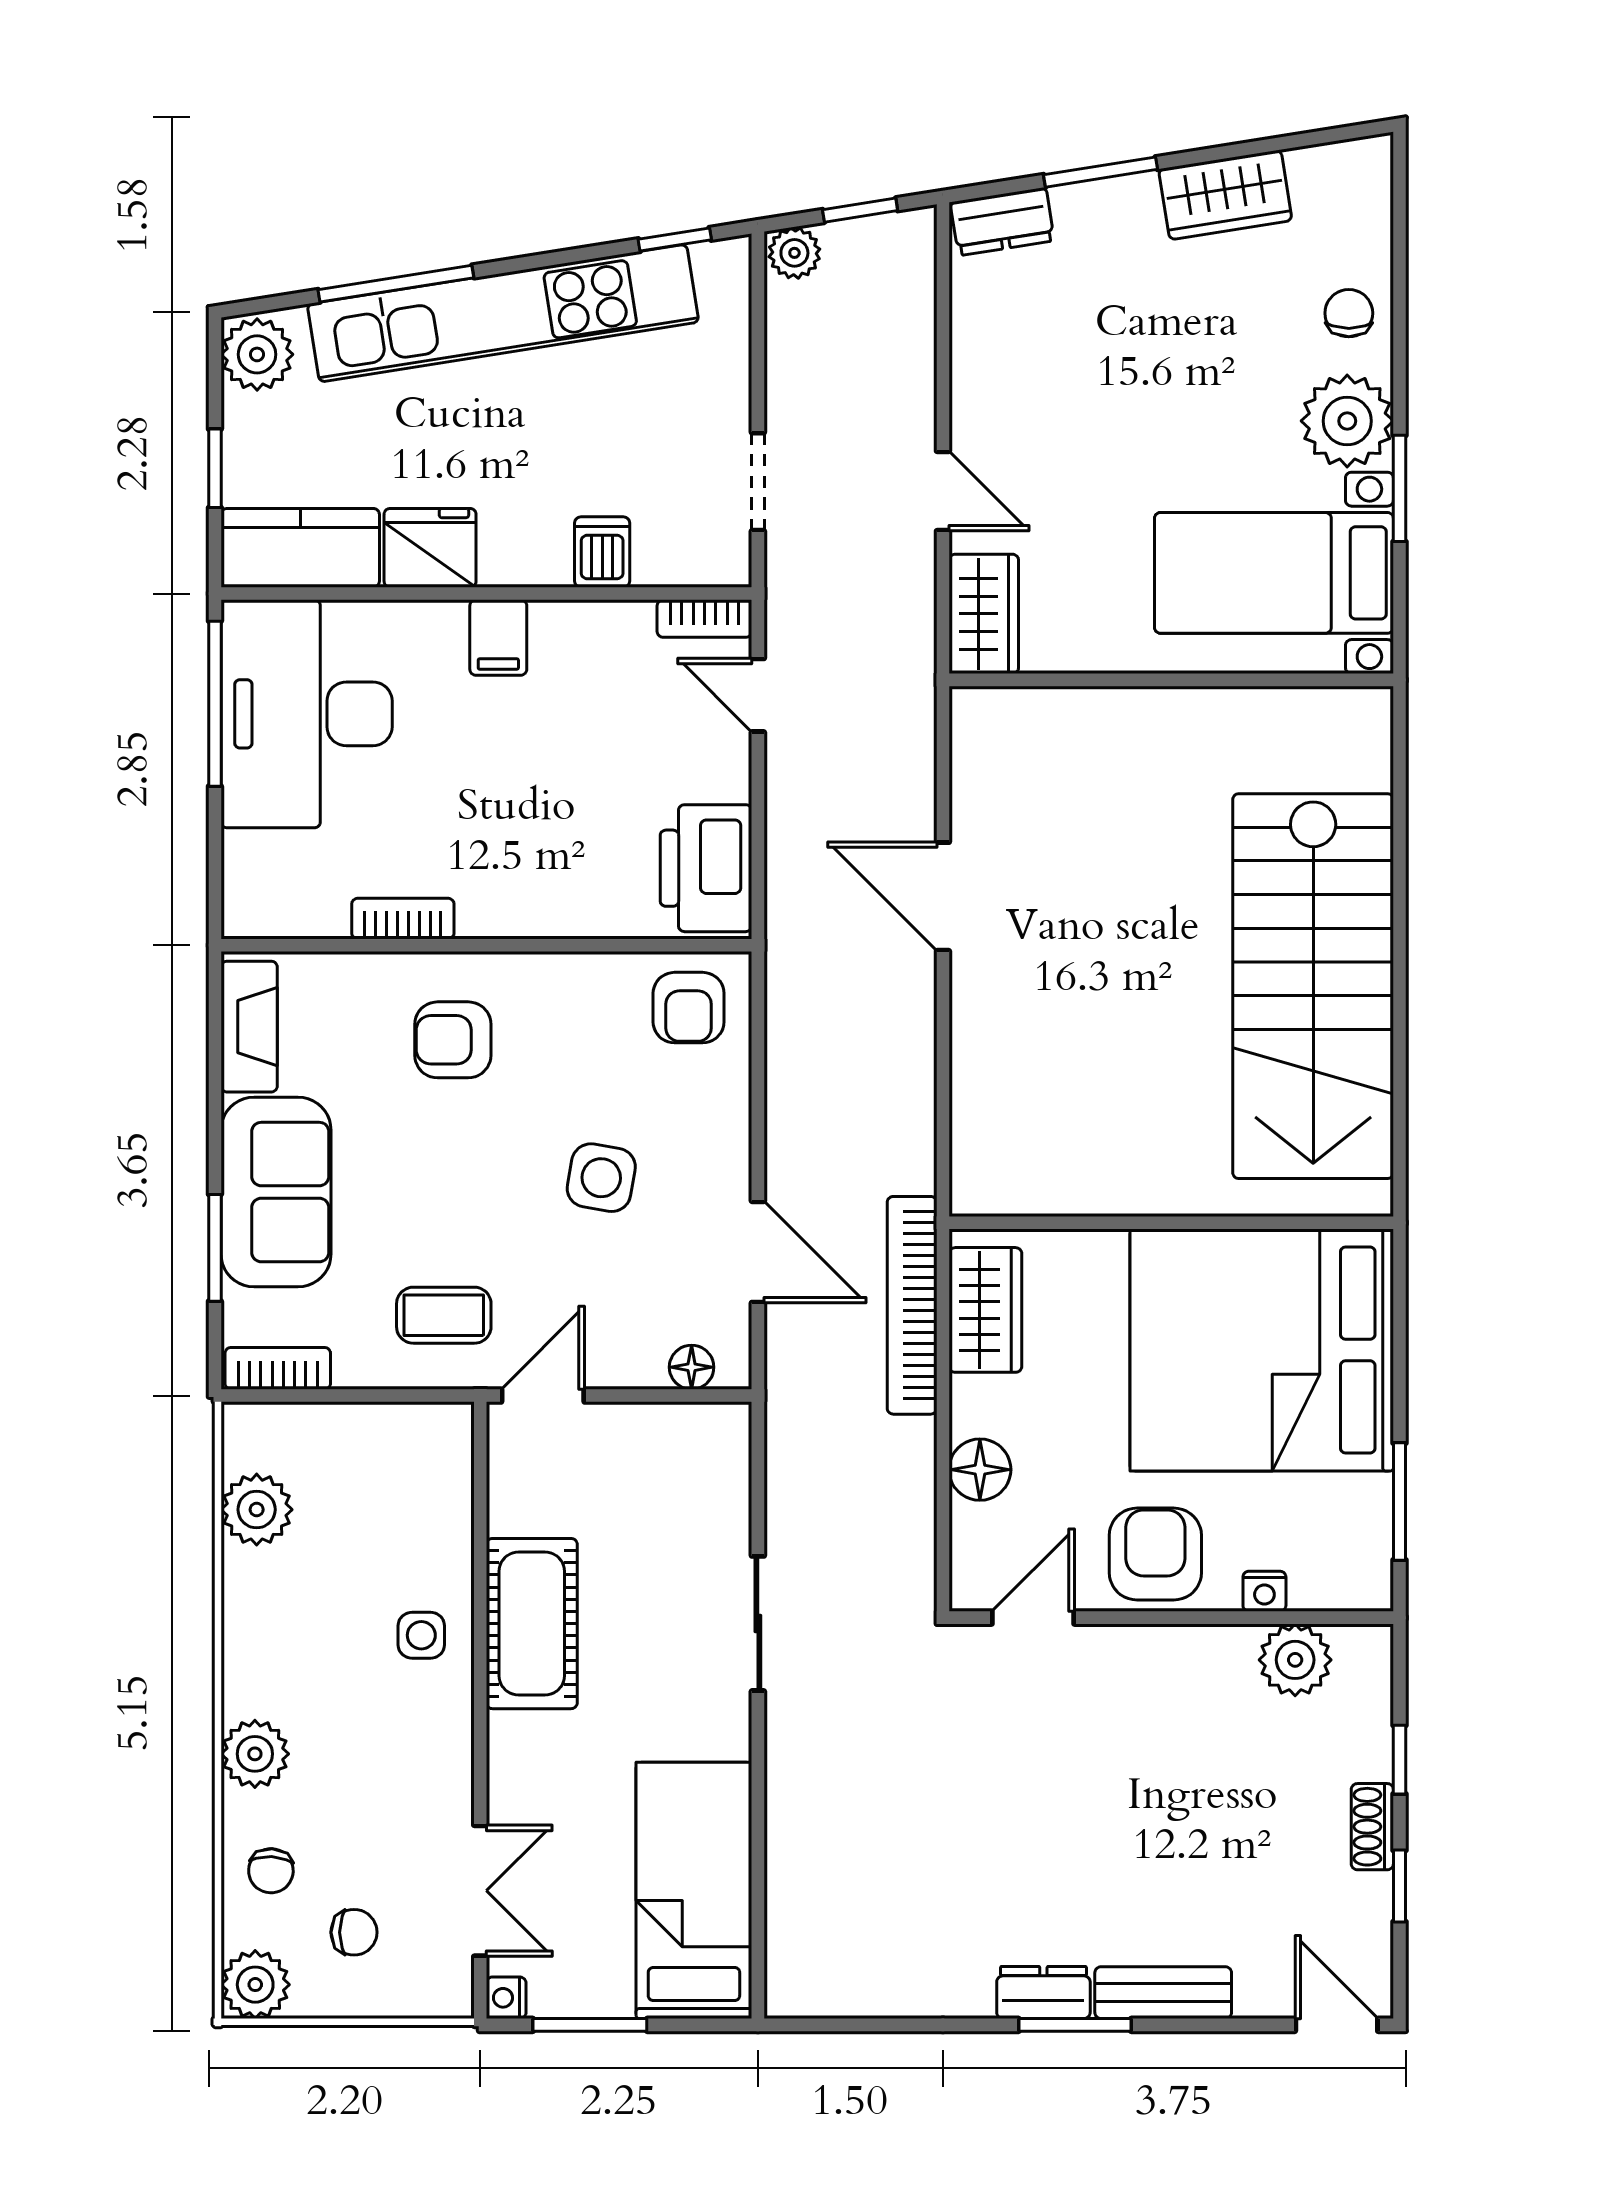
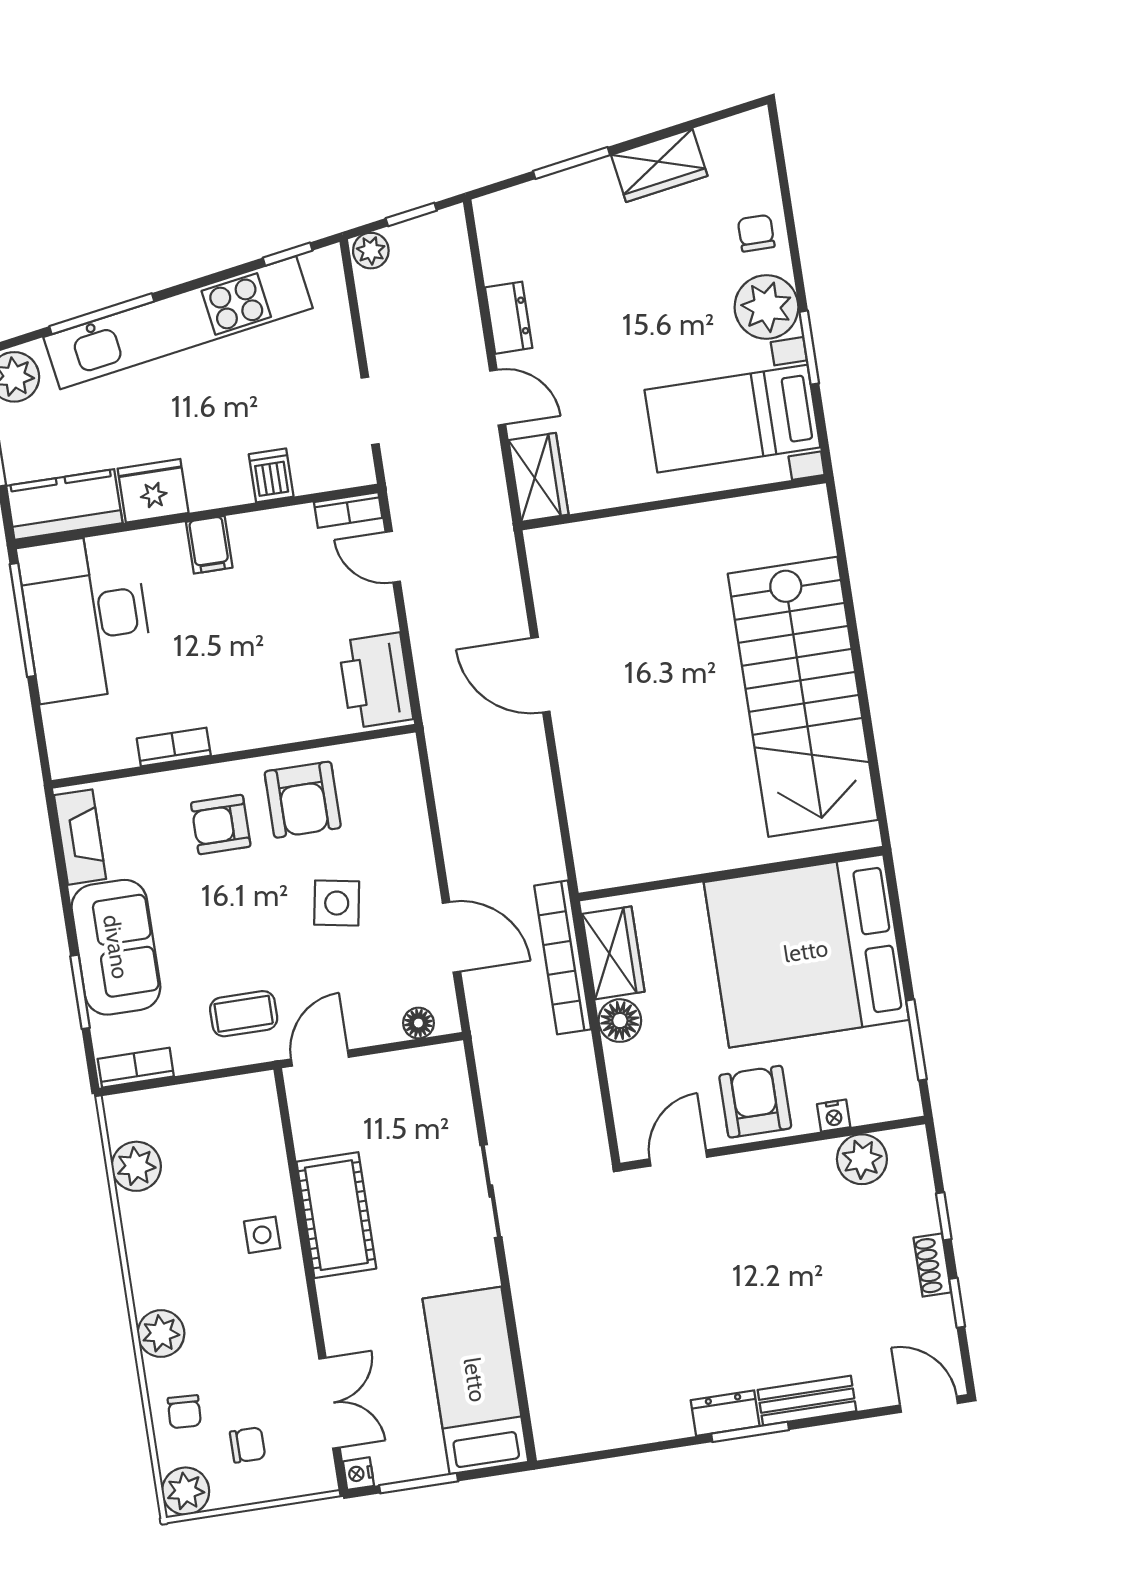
dresser: (1002, 221) -> (509, 318), moved, turned -81
armchair: (689, 1008) -> (303, 800), moved, width x1.38, depth x1.38
floor lamp: (980, 1470) -> (620, 1021), moved

